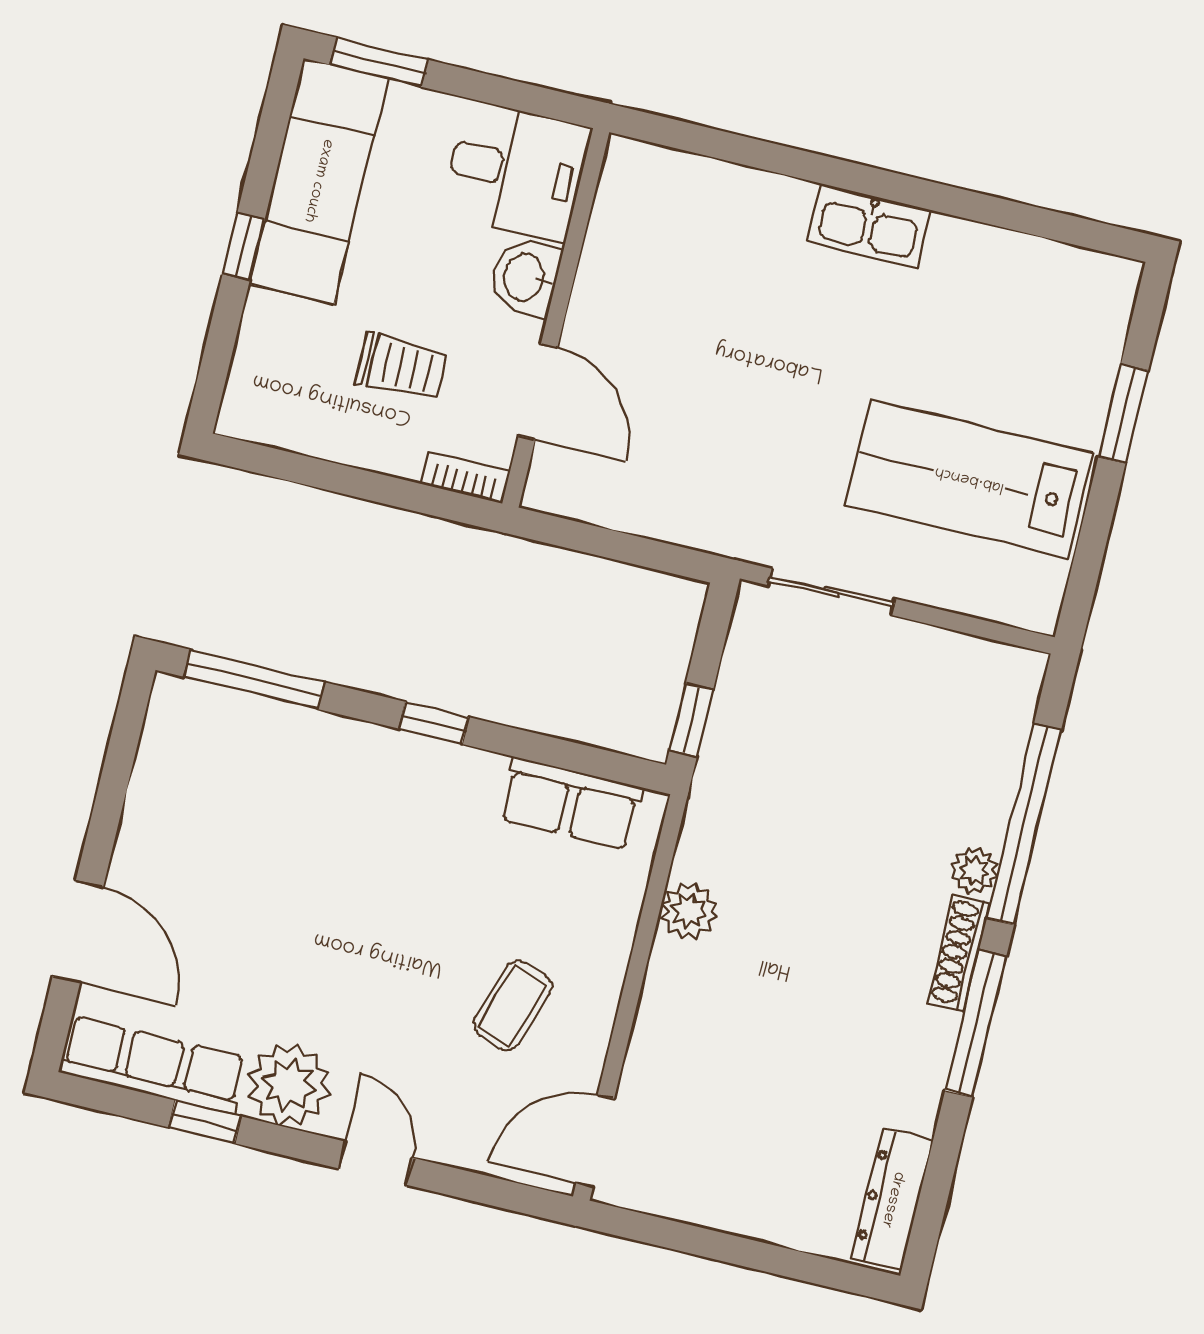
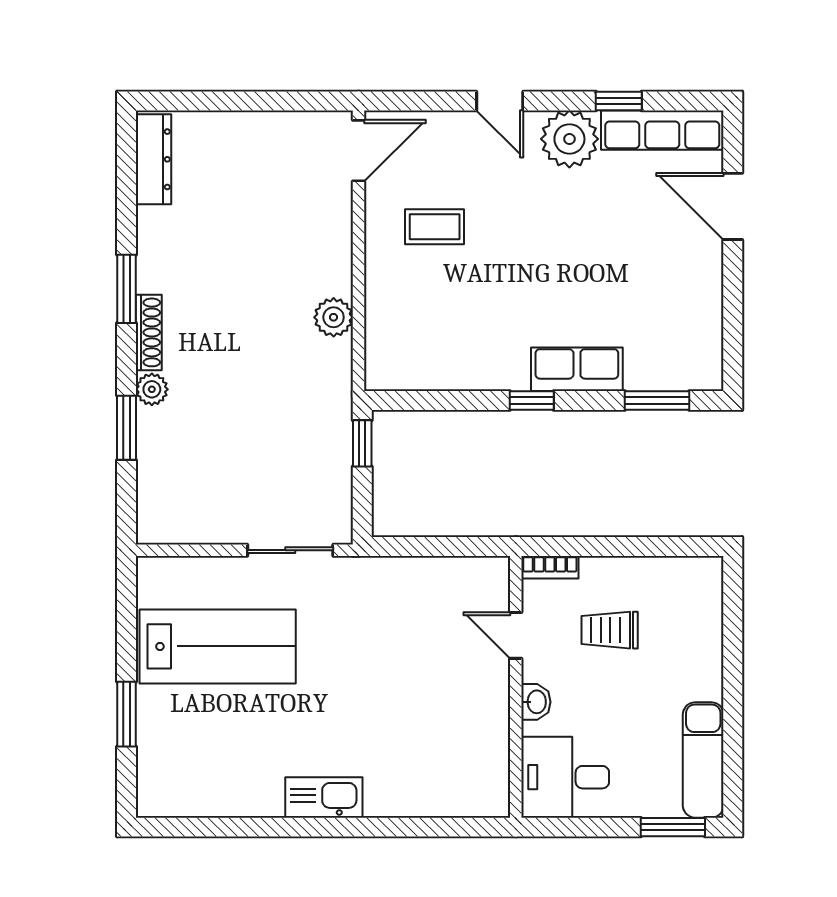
exam couch: (318, 181) -> (703, 760), width x0.73, depth x0.69
window: (244, 247) -> (733, 684), removed
washbasin: (525, 277) -> (536, 702), width x0.72, depth x0.69
door: (538, 392) -> (516, 635), width x0.73
window: (254, 679) -> (657, 400), width x0.69
row of seats: (571, 803) -> (577, 369), moved
window: (1024, 824) -> (126, 428), width x0.47
coffee table: (513, 1006) -> (435, 227), turned 72
window: (976, 1023) -> (126, 289), width x0.69

